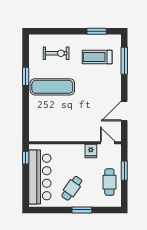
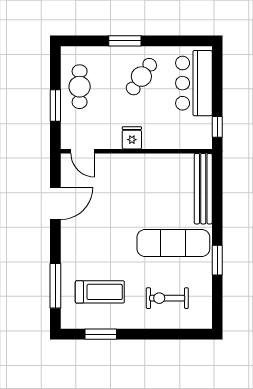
bench: (34, 120) -> (203, 189), added
fridge: (91, 151) -> (132, 138), moved
bar counter: (40, 177) -> (194, 83), width x0.73

